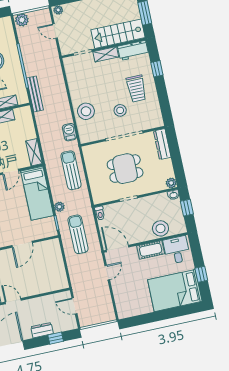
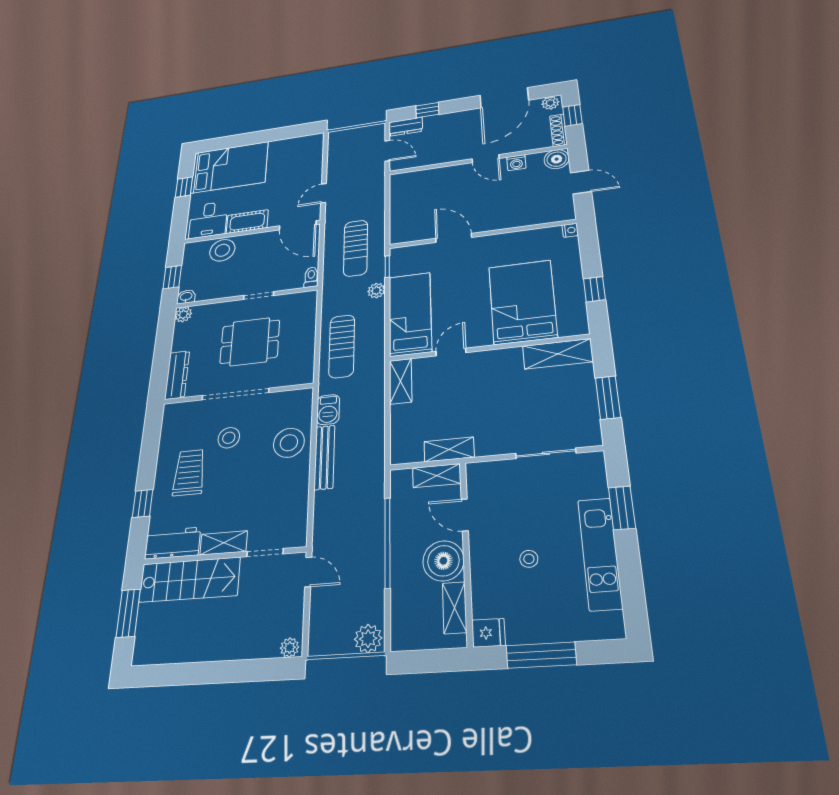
door: (55, 31) -> (308, 572), moved
bench: (35, 94) -> (324, 457), moved
door: (22, 244) -> (454, 238), hinge flipped
dresser: (42, 330) -> (406, 127), moved

